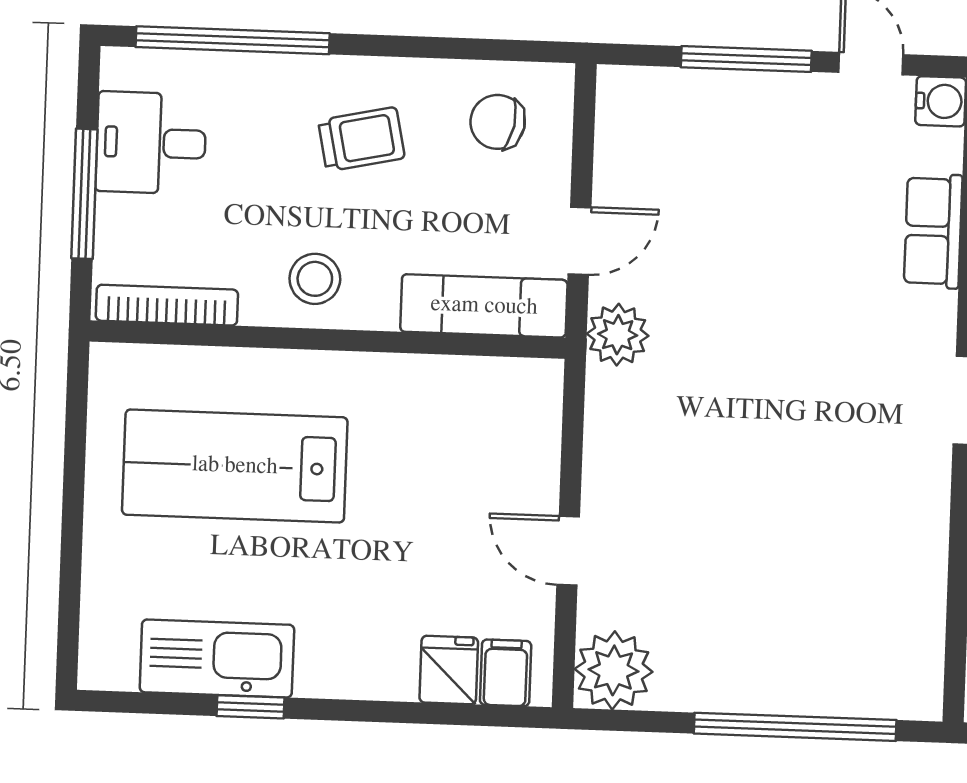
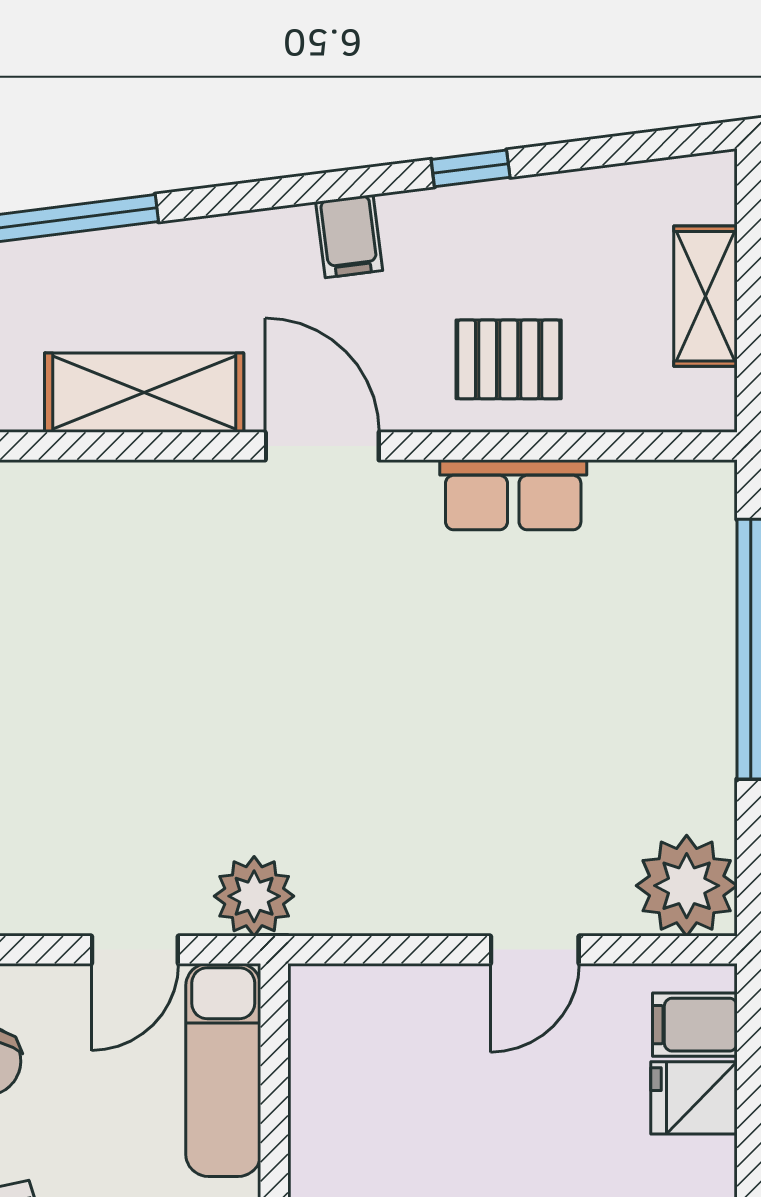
row of seats: (933, 231) -> (513, 495), moved
door: (580, 241) -> (135, 950), swing flipped

